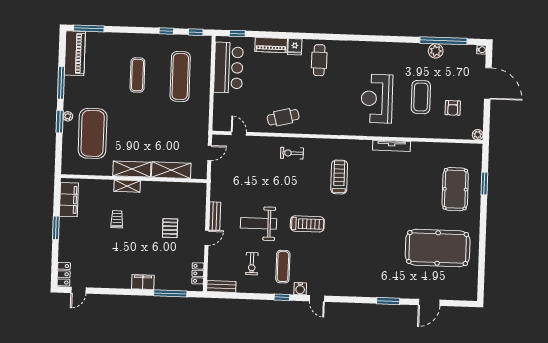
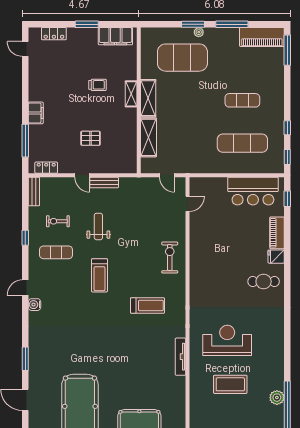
armchair: (453, 108) -> (221, 417), removed
cafe table: (283, 117) -> (205, 247), removed
exercise bike: (292, 153) -> (170, 257), width x1.38, depth x1.39
weight bench: (258, 223) -> (98, 226), width x0.73, depth x0.75
locker: (64, 274) -> (54, 34), moved
water cooler: (300, 289) -> (35, 305), moved
window: (282, 297) -> (25, 238), moved

